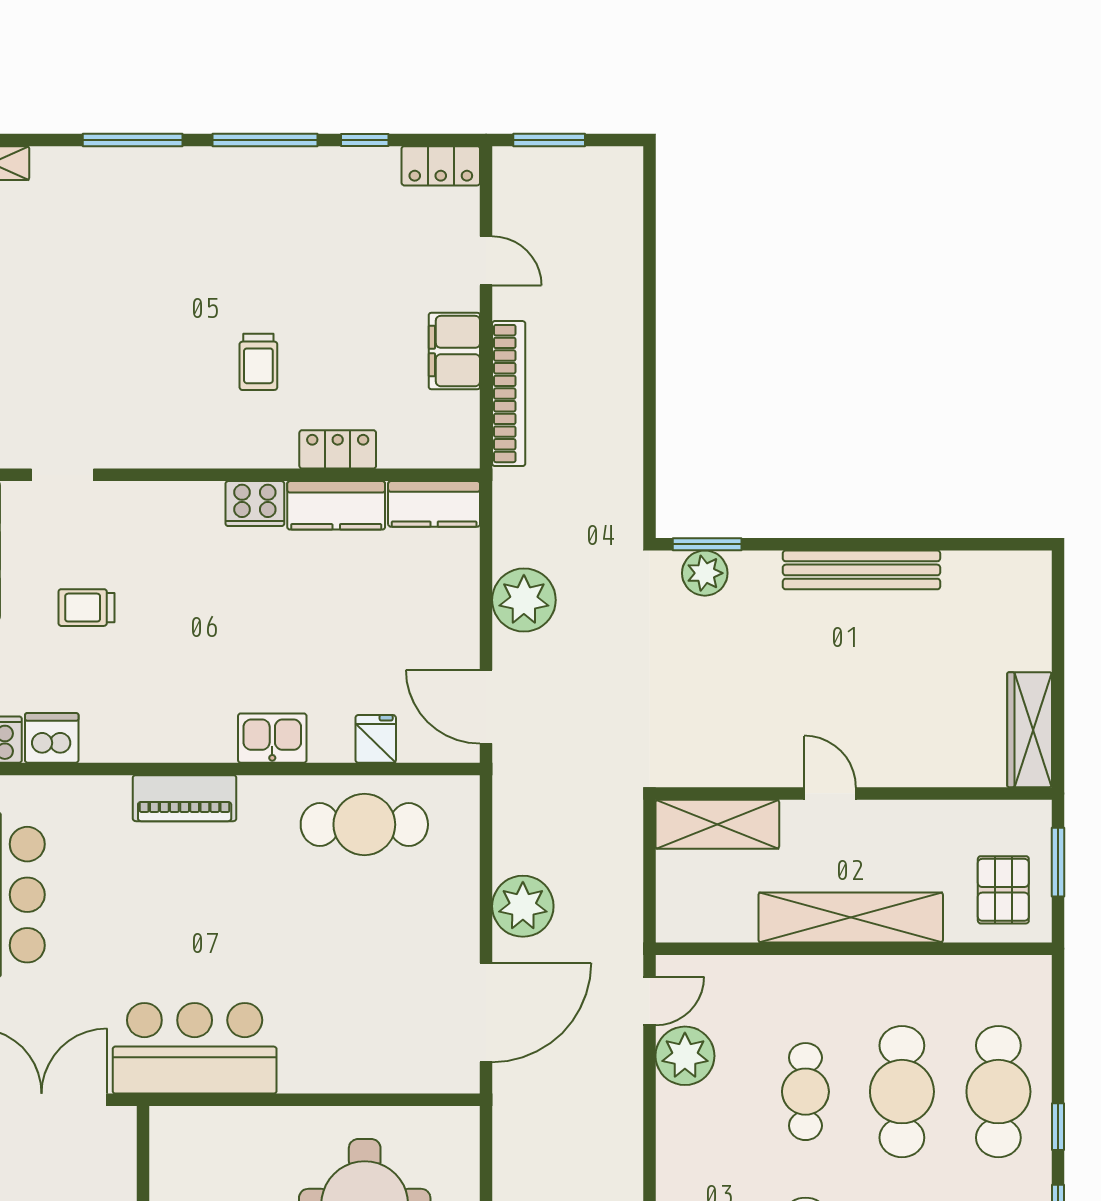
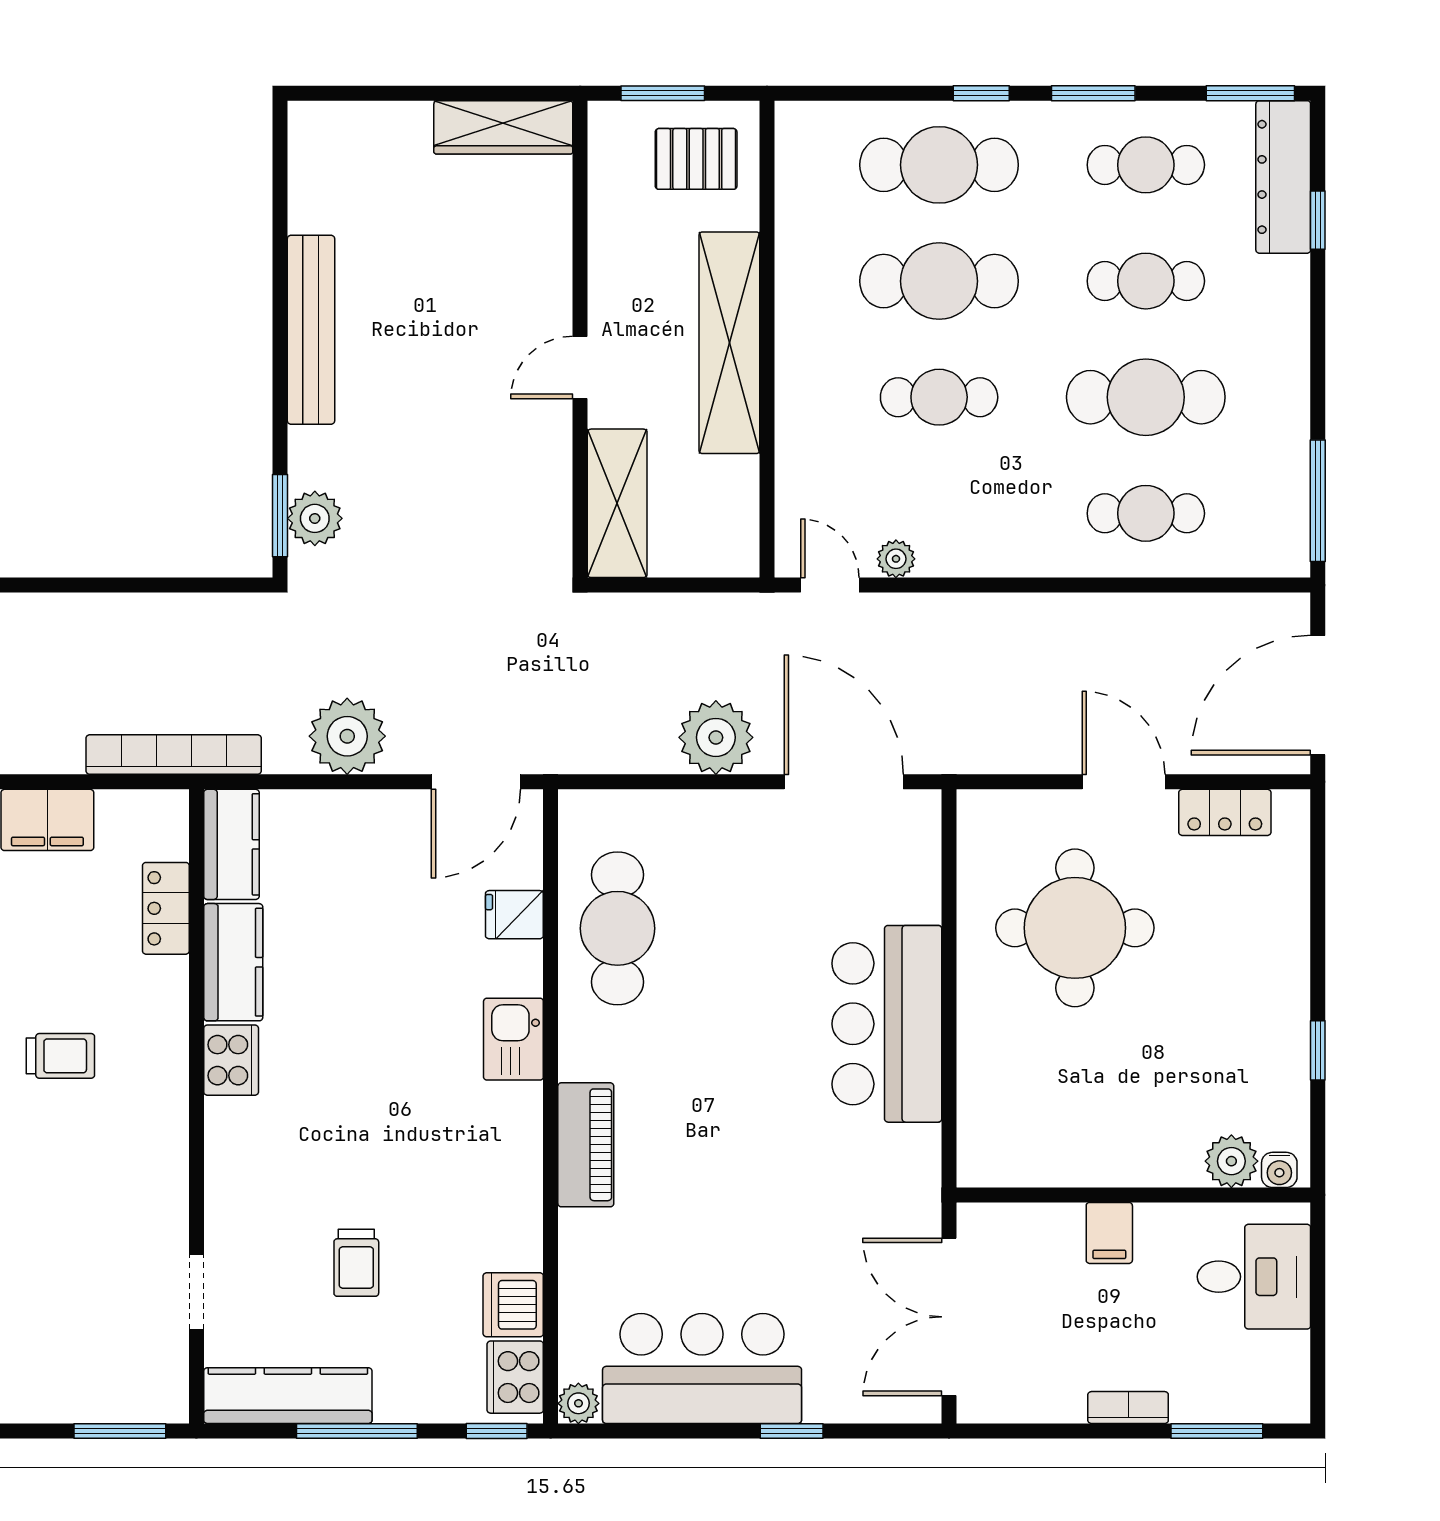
bookcase: (509, 394) -> (174, 755), moved
locker: (338, 449) -> (166, 908), moved
bar counter: (195, 1048) -> (887, 1024), moved
plant: (685, 1056) -> (896, 559), width x0.53, depth x0.53

